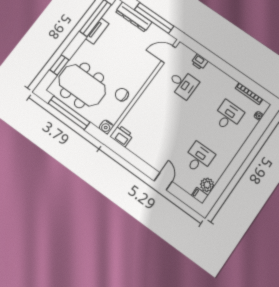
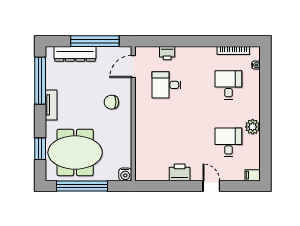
tv unit: (97, 31) -> (51, 105), moved
desk: (183, 84) -> (167, 85), turned 180
chair: (122, 95) -> (111, 102), moved
printer: (122, 136) -> (180, 172), moved
plant: (207, 185) -> (253, 127), moved

